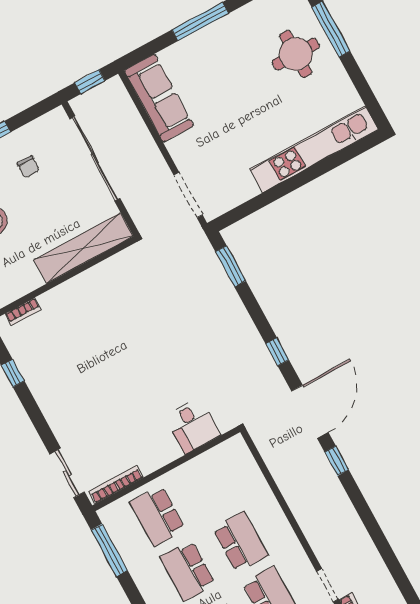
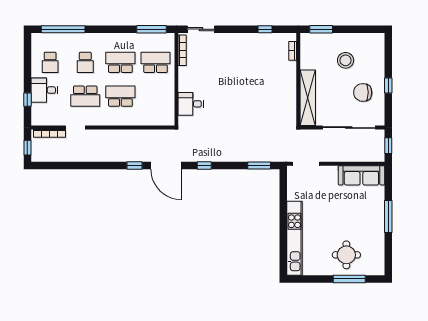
chair: (28, 167) -> (363, 92), width x1.87, depth x1.87
school desk: (240, 542) -> (120, 96), turned 180

